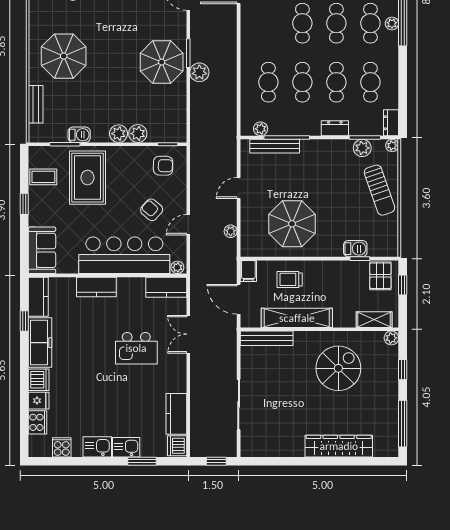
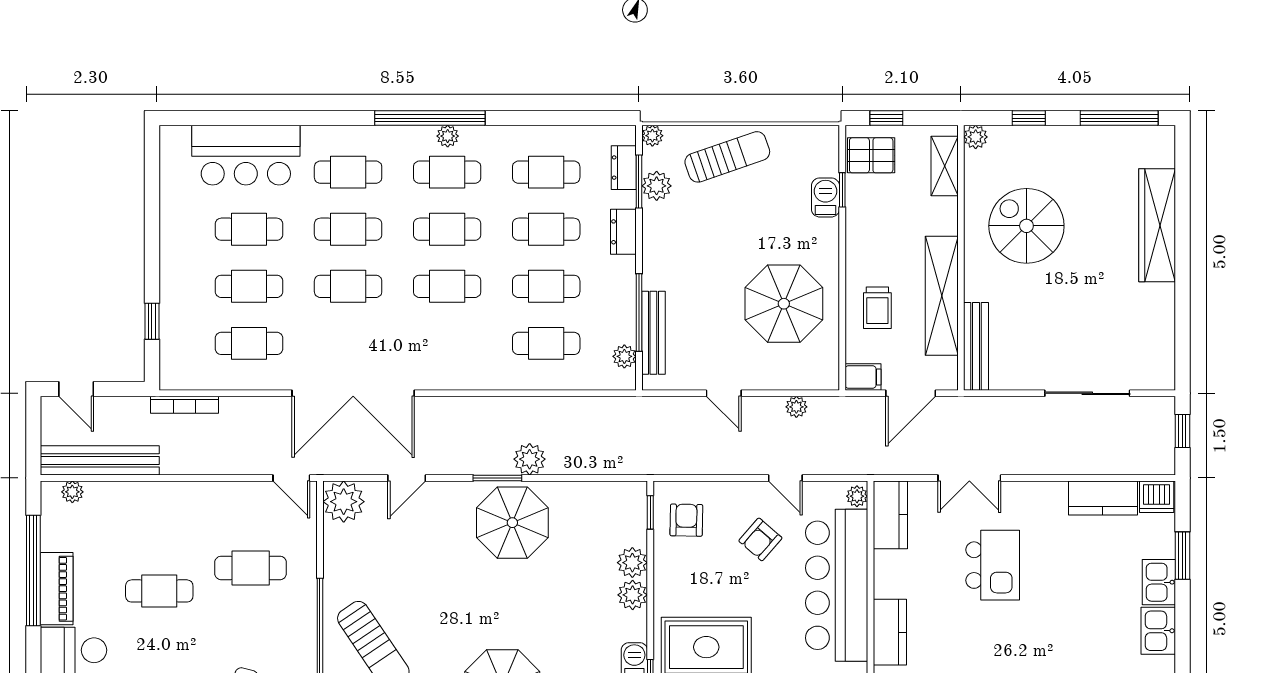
dresser: (391, 123) -> (624, 168), moved, turned 90

